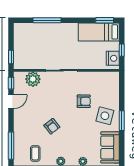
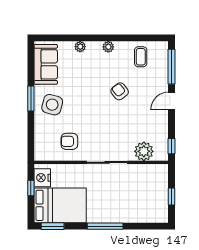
window: (47, 20) -> (105, 226), moved
bed: (99, 32) -> (60, 205), width x1.50
window: (11, 57) -> (172, 197), moved
armchair: (84, 101) -> (69, 141), moved
door: (11, 102) -> (172, 101), moved

